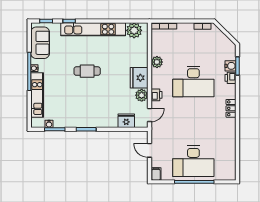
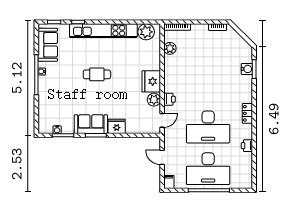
plant: (157, 62) -> (170, 48), moved
printer: (231, 78) -> (247, 146), moved
desk: (193, 81) -> (208, 127), moved
kitchen unit: (37, 95) -> (45, 99), removed
sofa: (81, 119) -> (91, 124), added
fridge: (126, 121) -> (117, 126), moved

